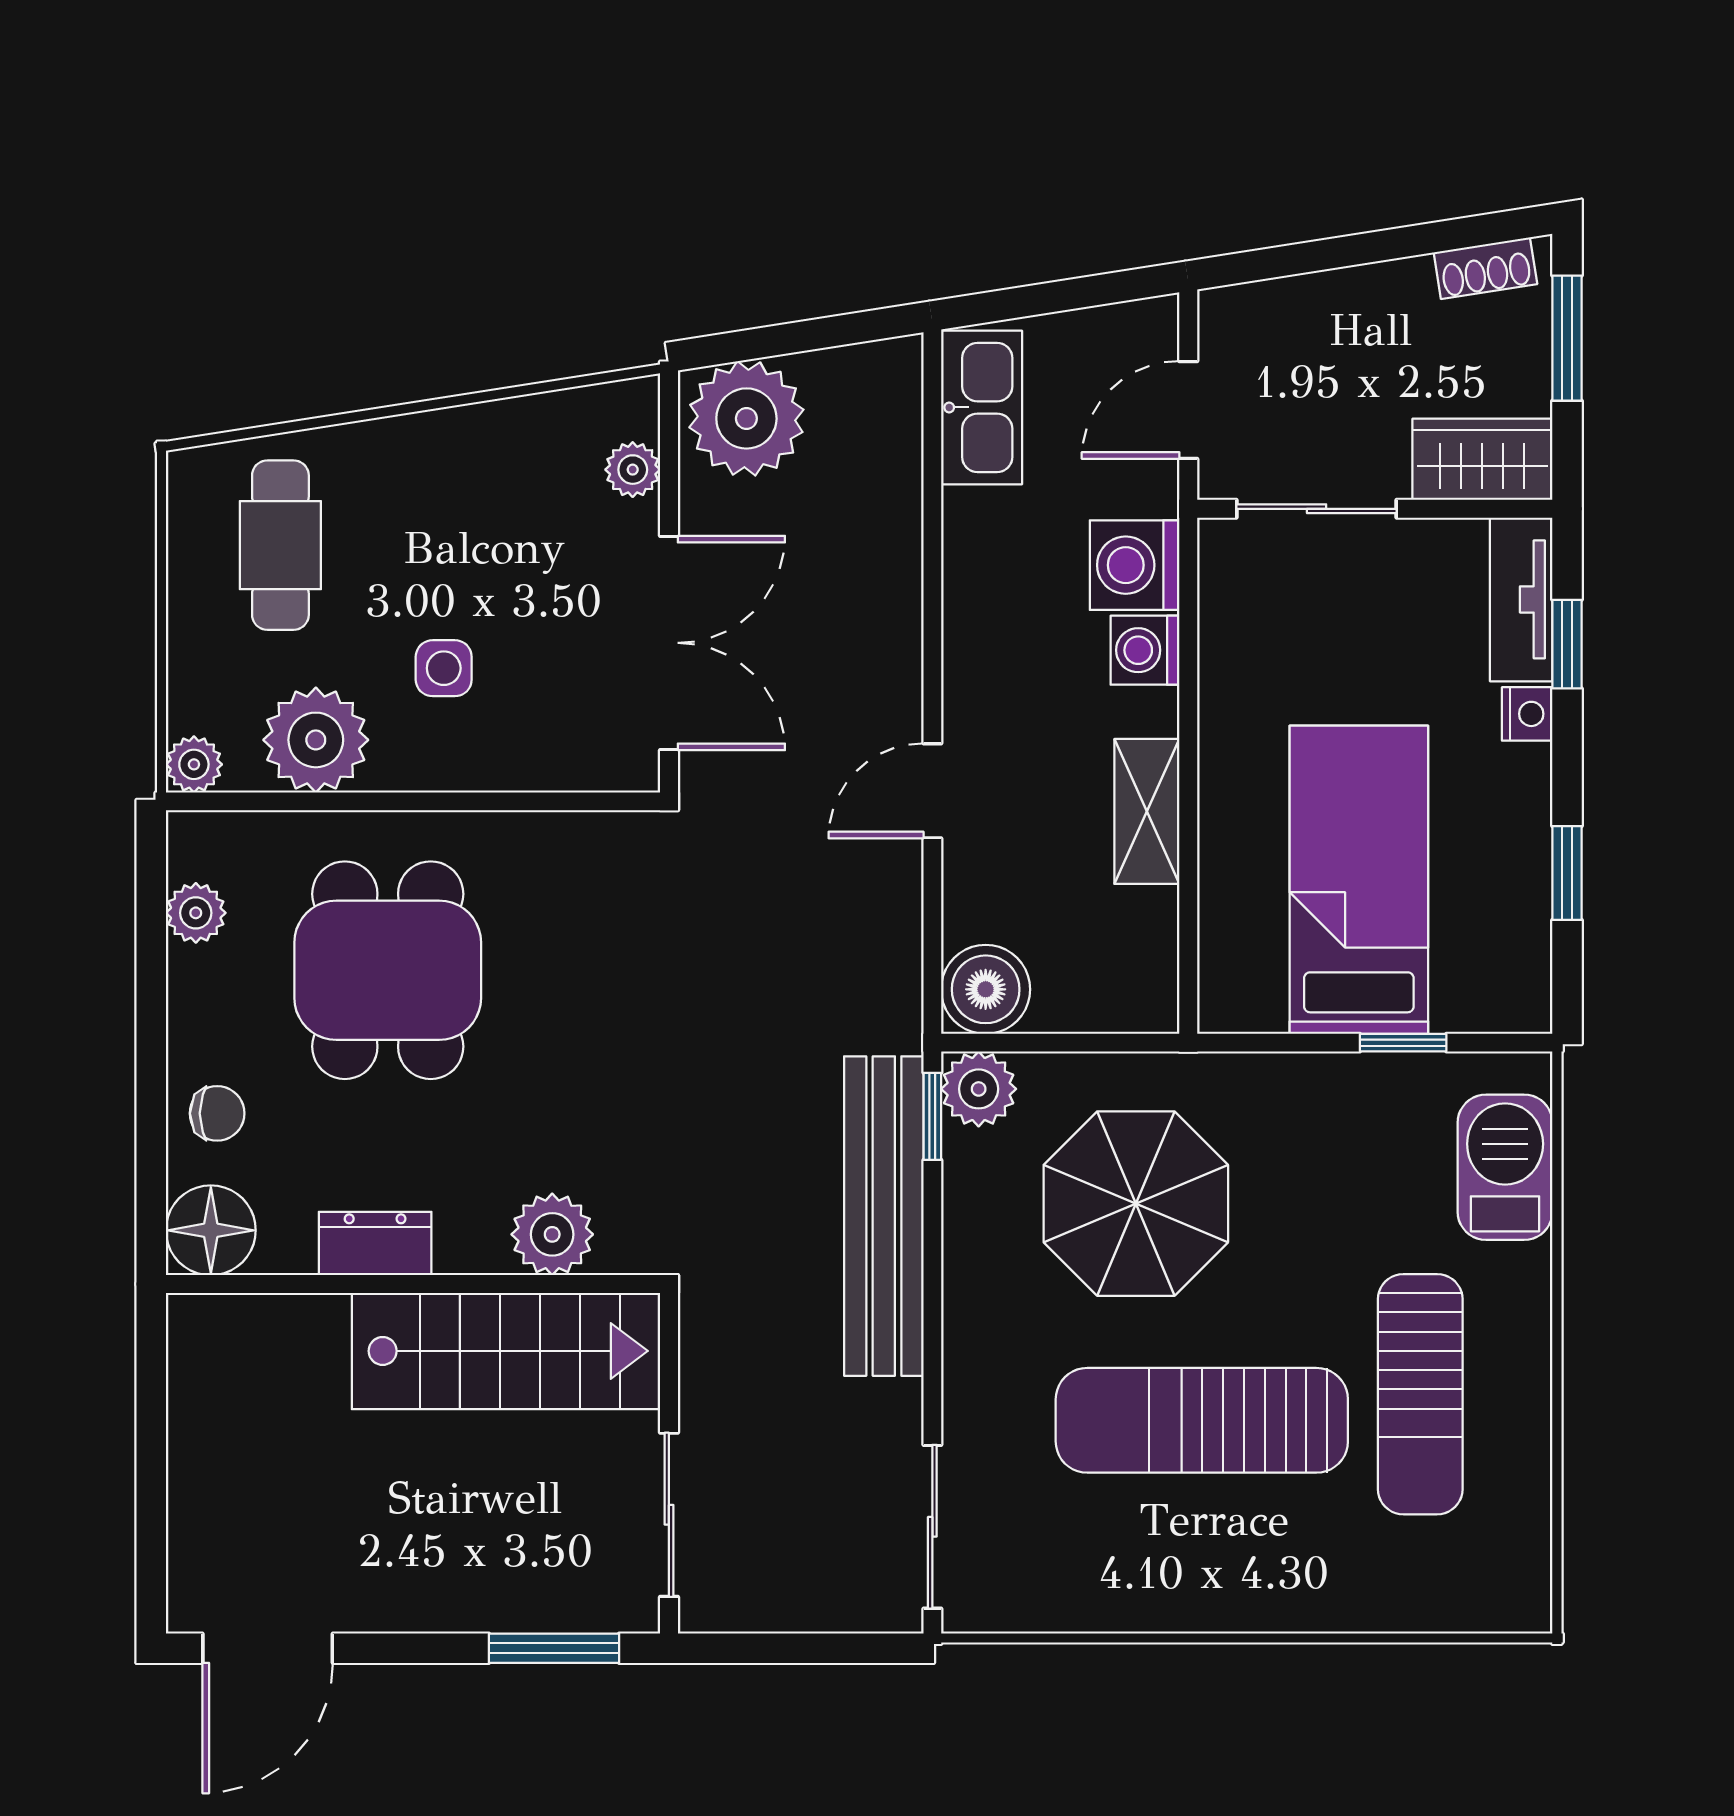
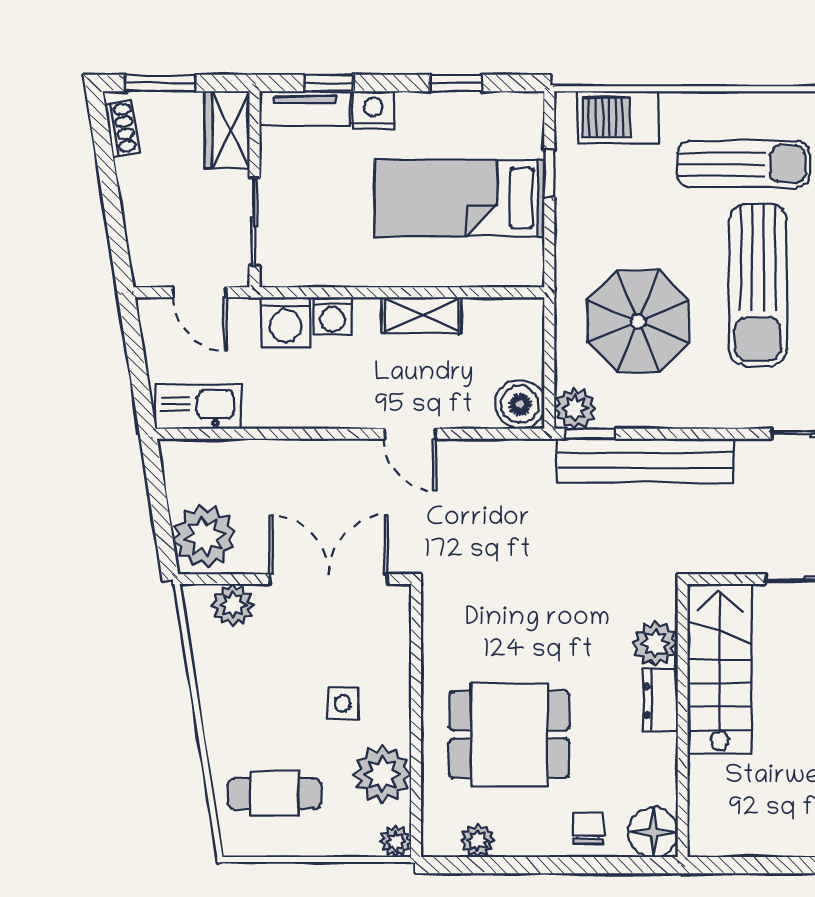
plant: (633, 470) -> (233, 605), width x1.38, depth x1.38
nightstand: (1527, 714) -> (373, 110), width x1.39, depth x1.35
dresser: (375, 1244) -> (660, 701), moved

